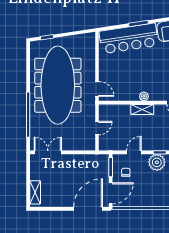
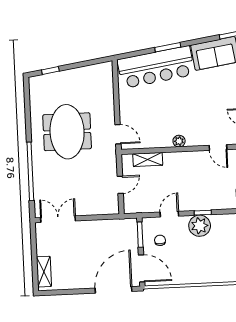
meeting table: (58, 85) -> (67, 132), width x0.54, depth x0.79
shelving: (142, 109) -> (148, 159), moved
door: (111, 193) -> (142, 268), hinge flipped

